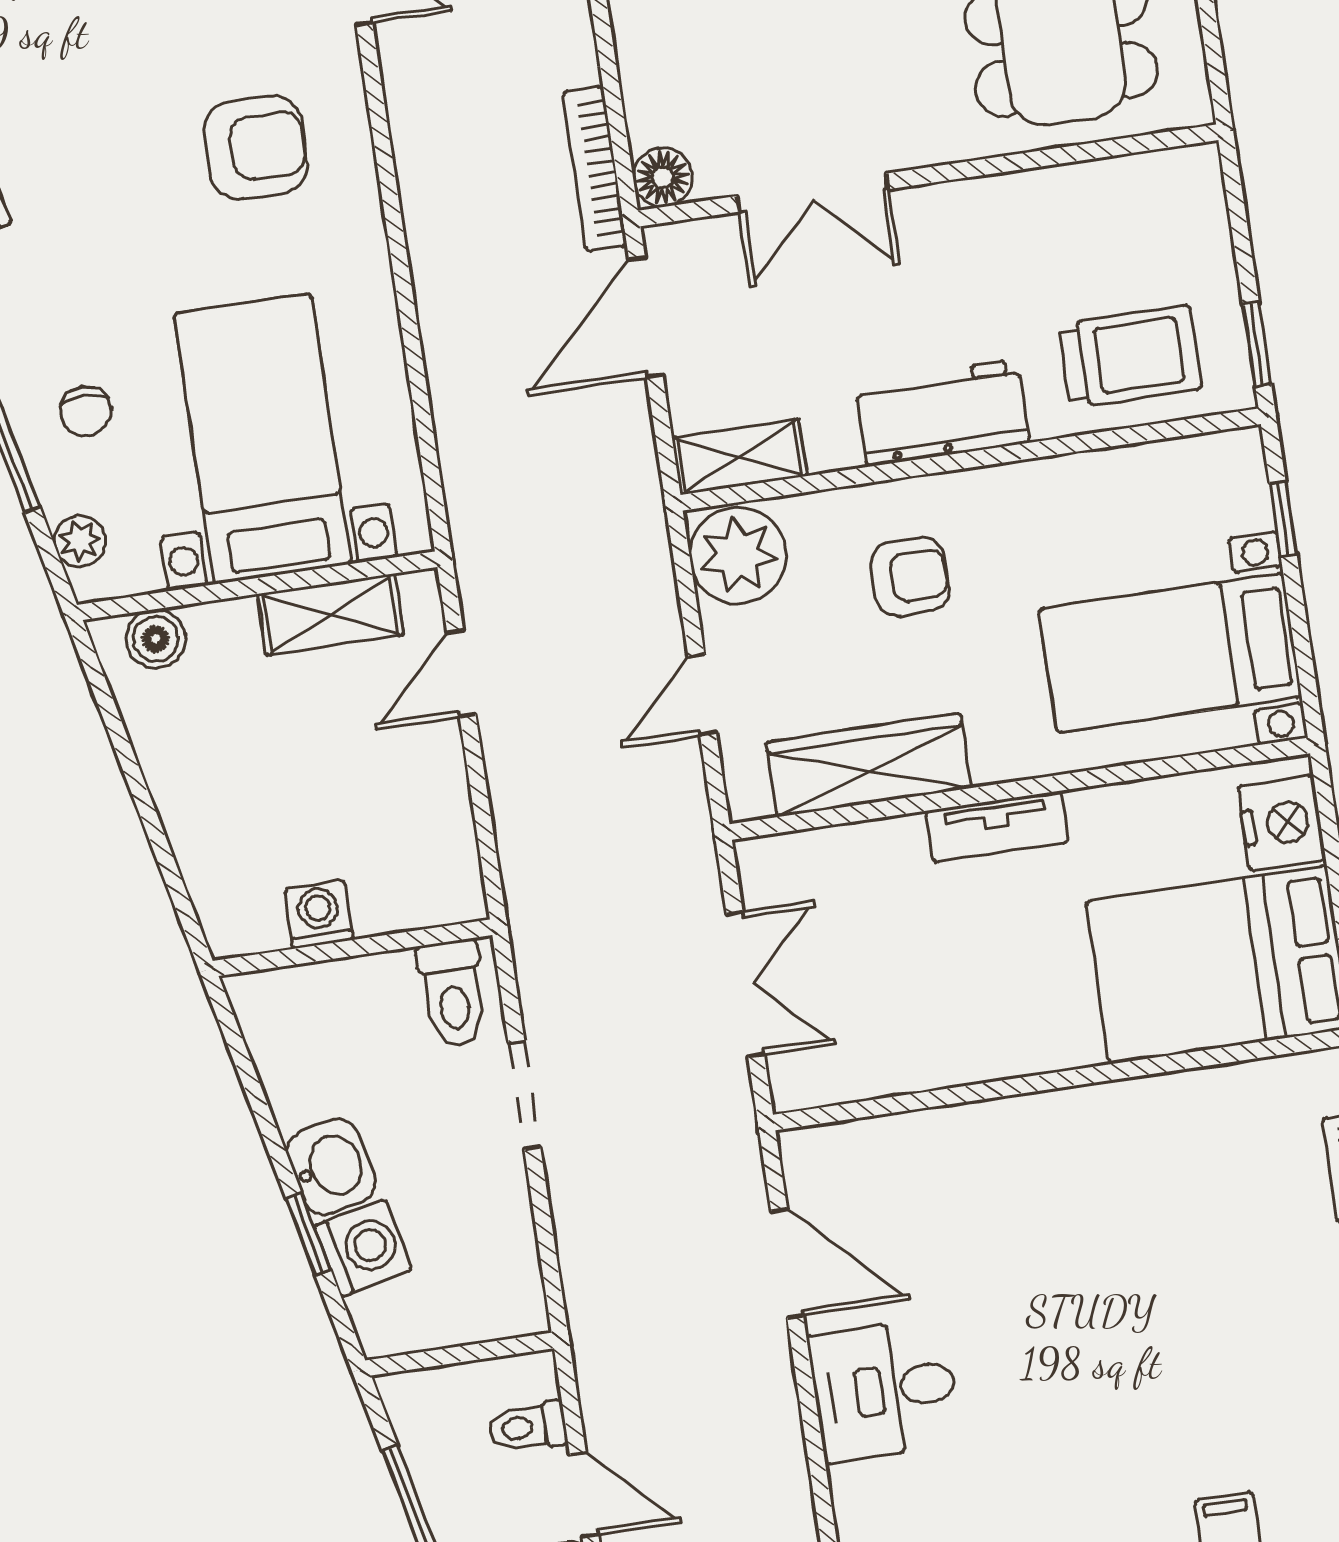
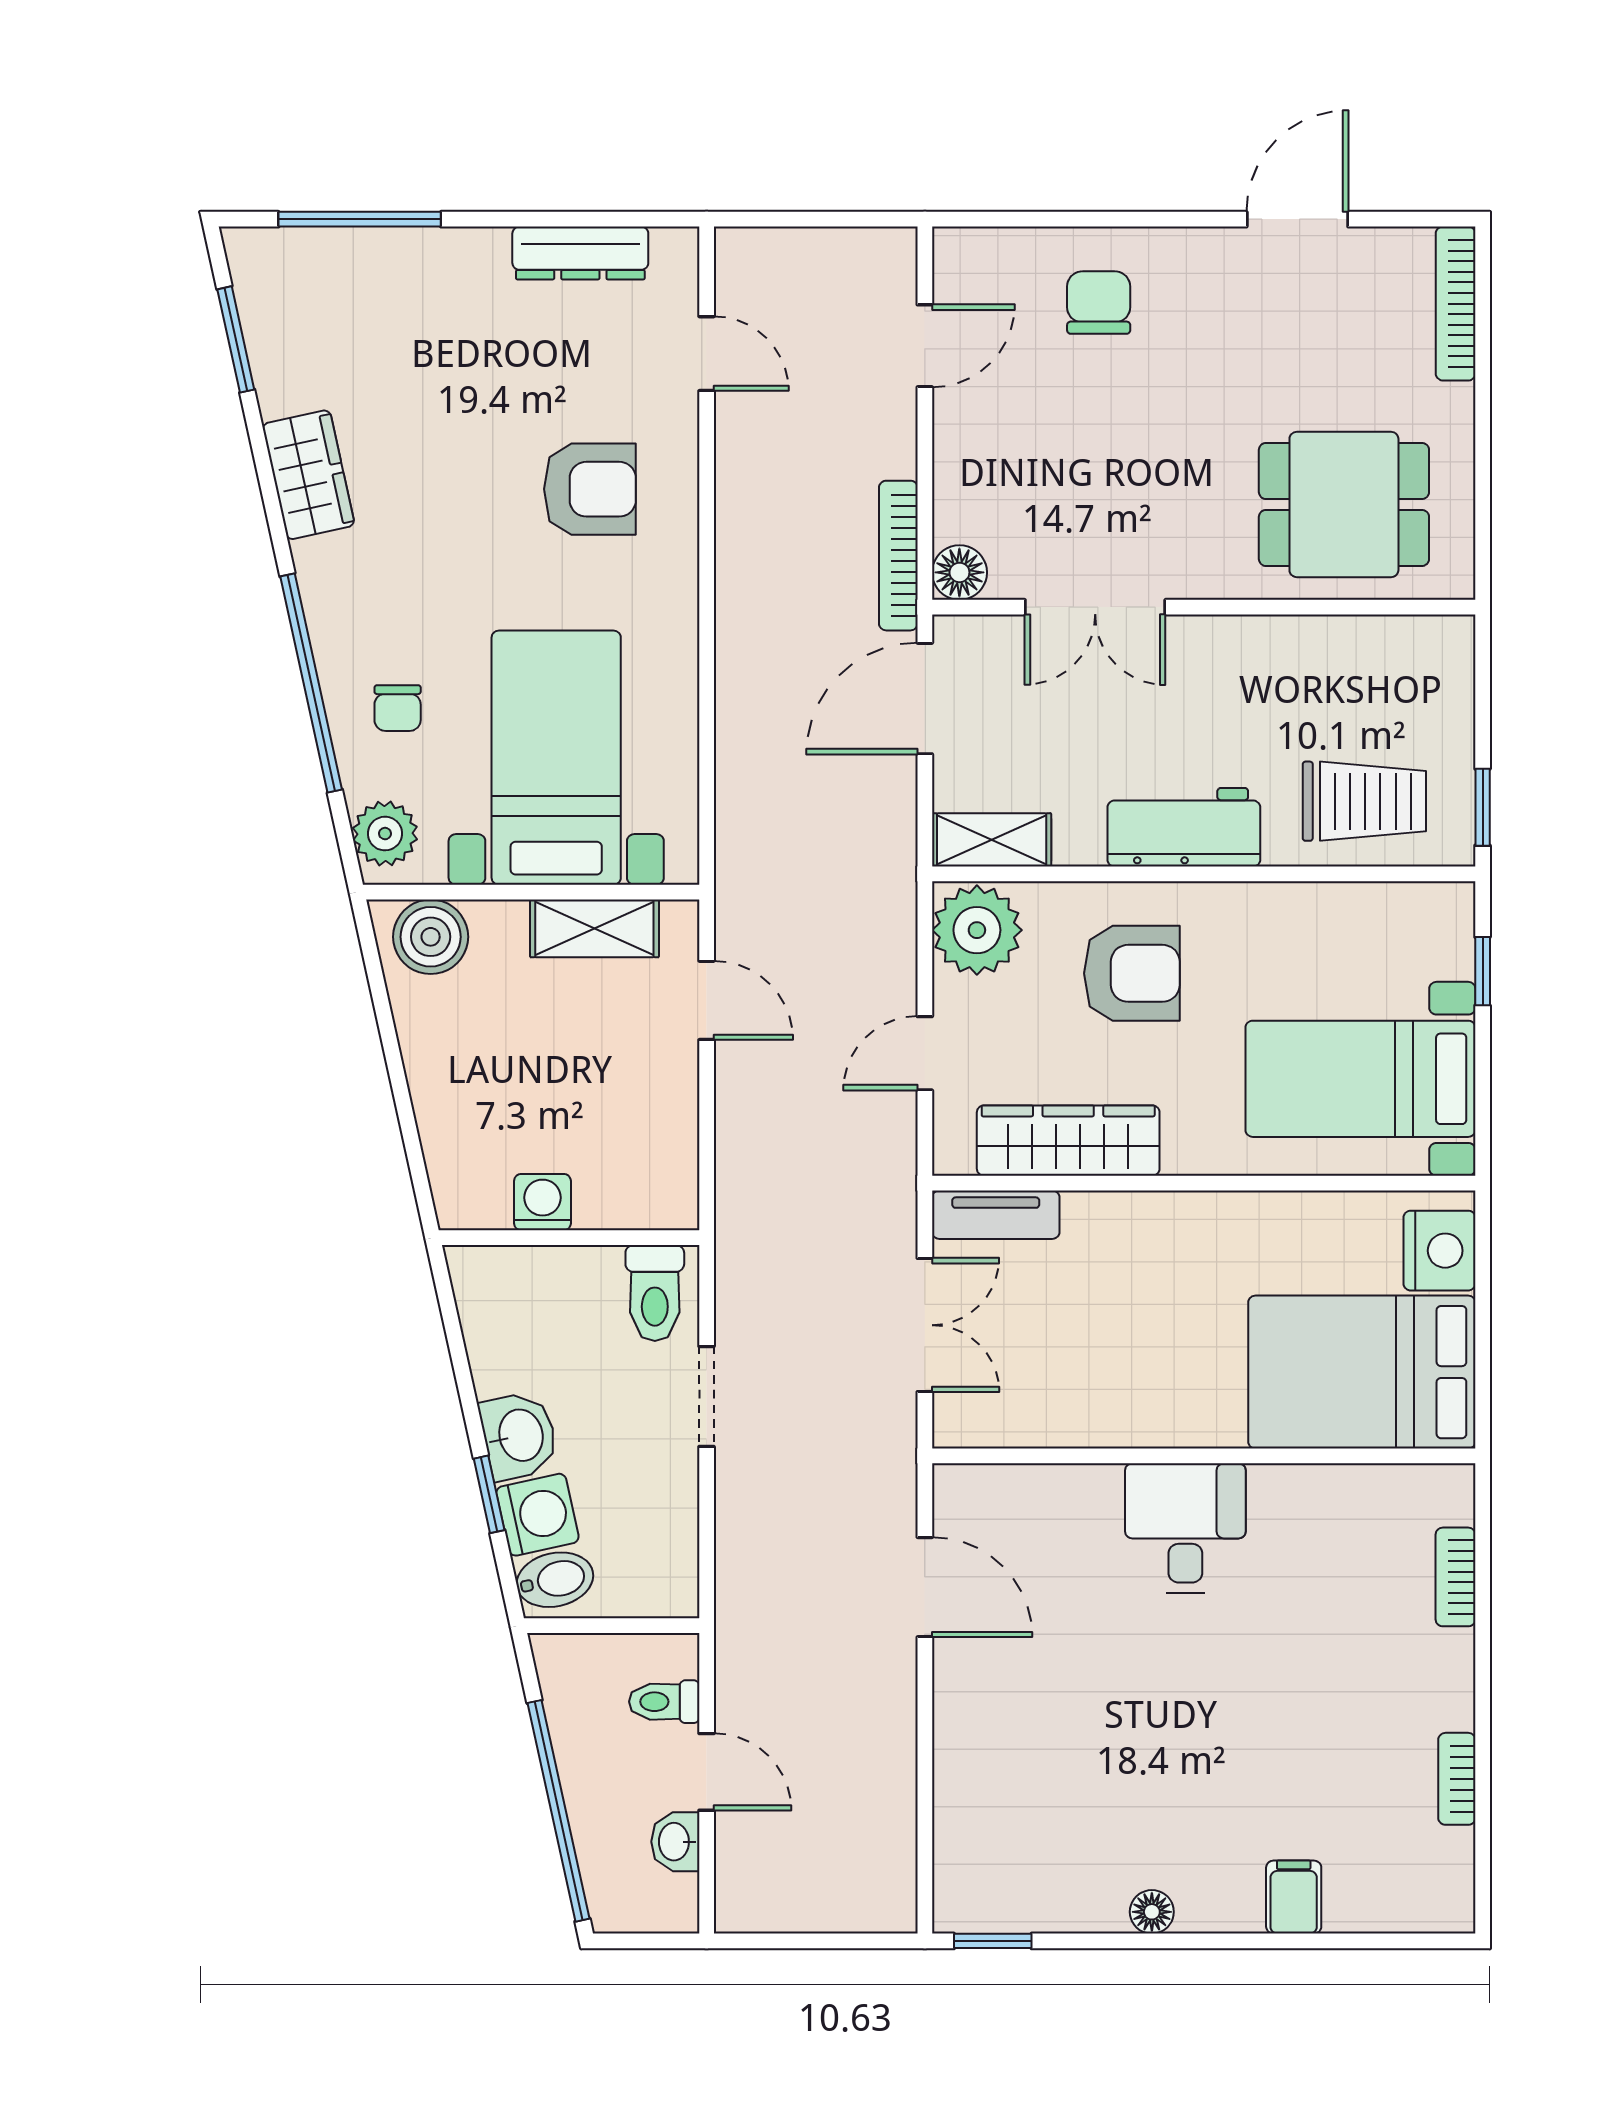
plant: (80, 541) -> (385, 834), width x1.38, depth x1.38
armchair: (910, 577) -> (1132, 973), width x1.38, depth x1.38
boiler: (156, 639) -> (431, 937), width x1.36, depth x1.36
door: (461, 673) -> (707, 1000), swing flipped
tv unit: (997, 827) -> (996, 1215), moved
bidet: (392, 1314) -> (555, 1580), added
desk: (885, 1390) -> (1185, 1528), moved, turned 90

